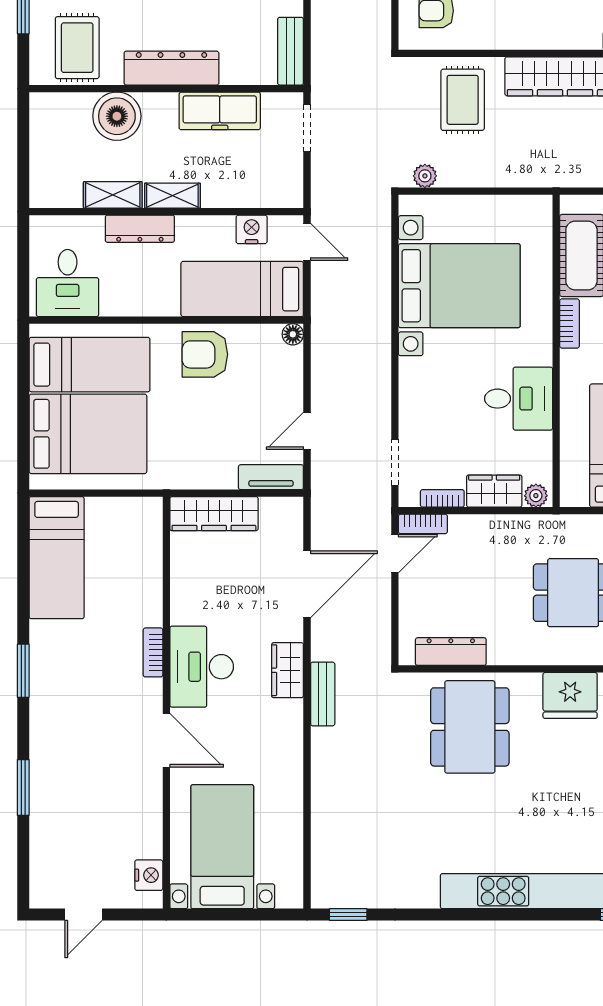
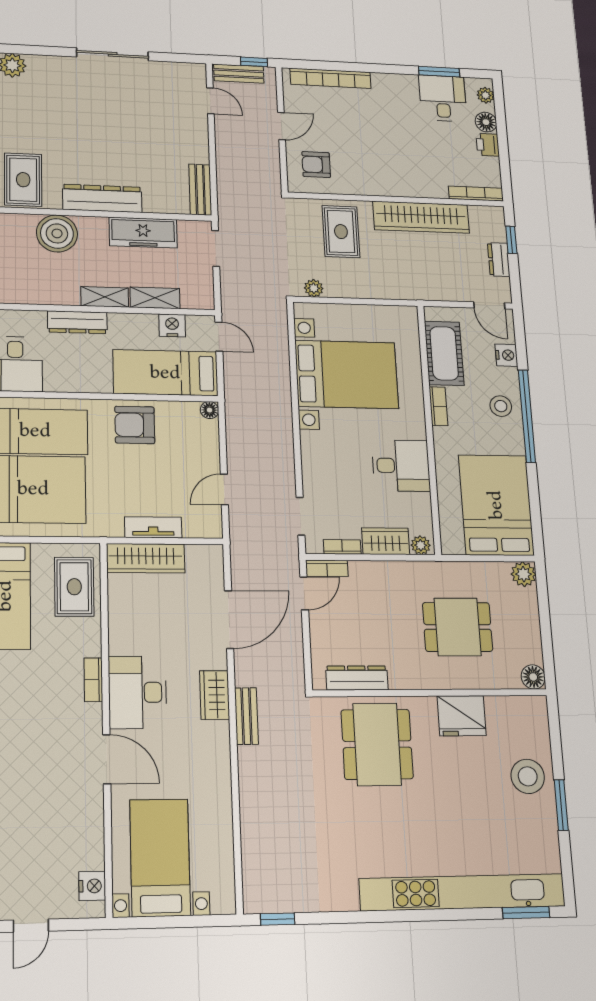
shelving: (113, 195) -> (155, 298), moved
tv unit: (271, 477) -> (153, 527), moved
rug: (133, 547) -> (74, 587), added

